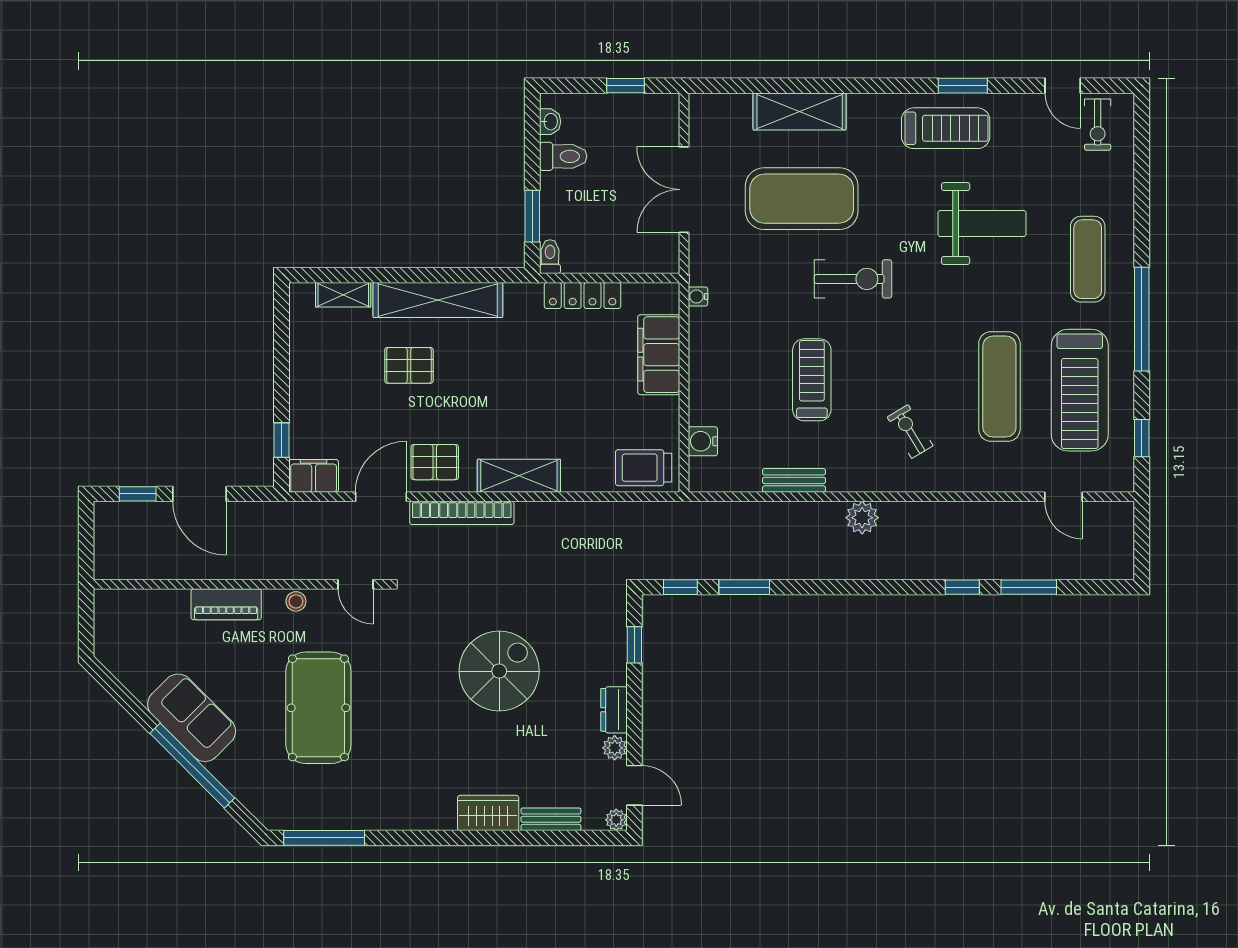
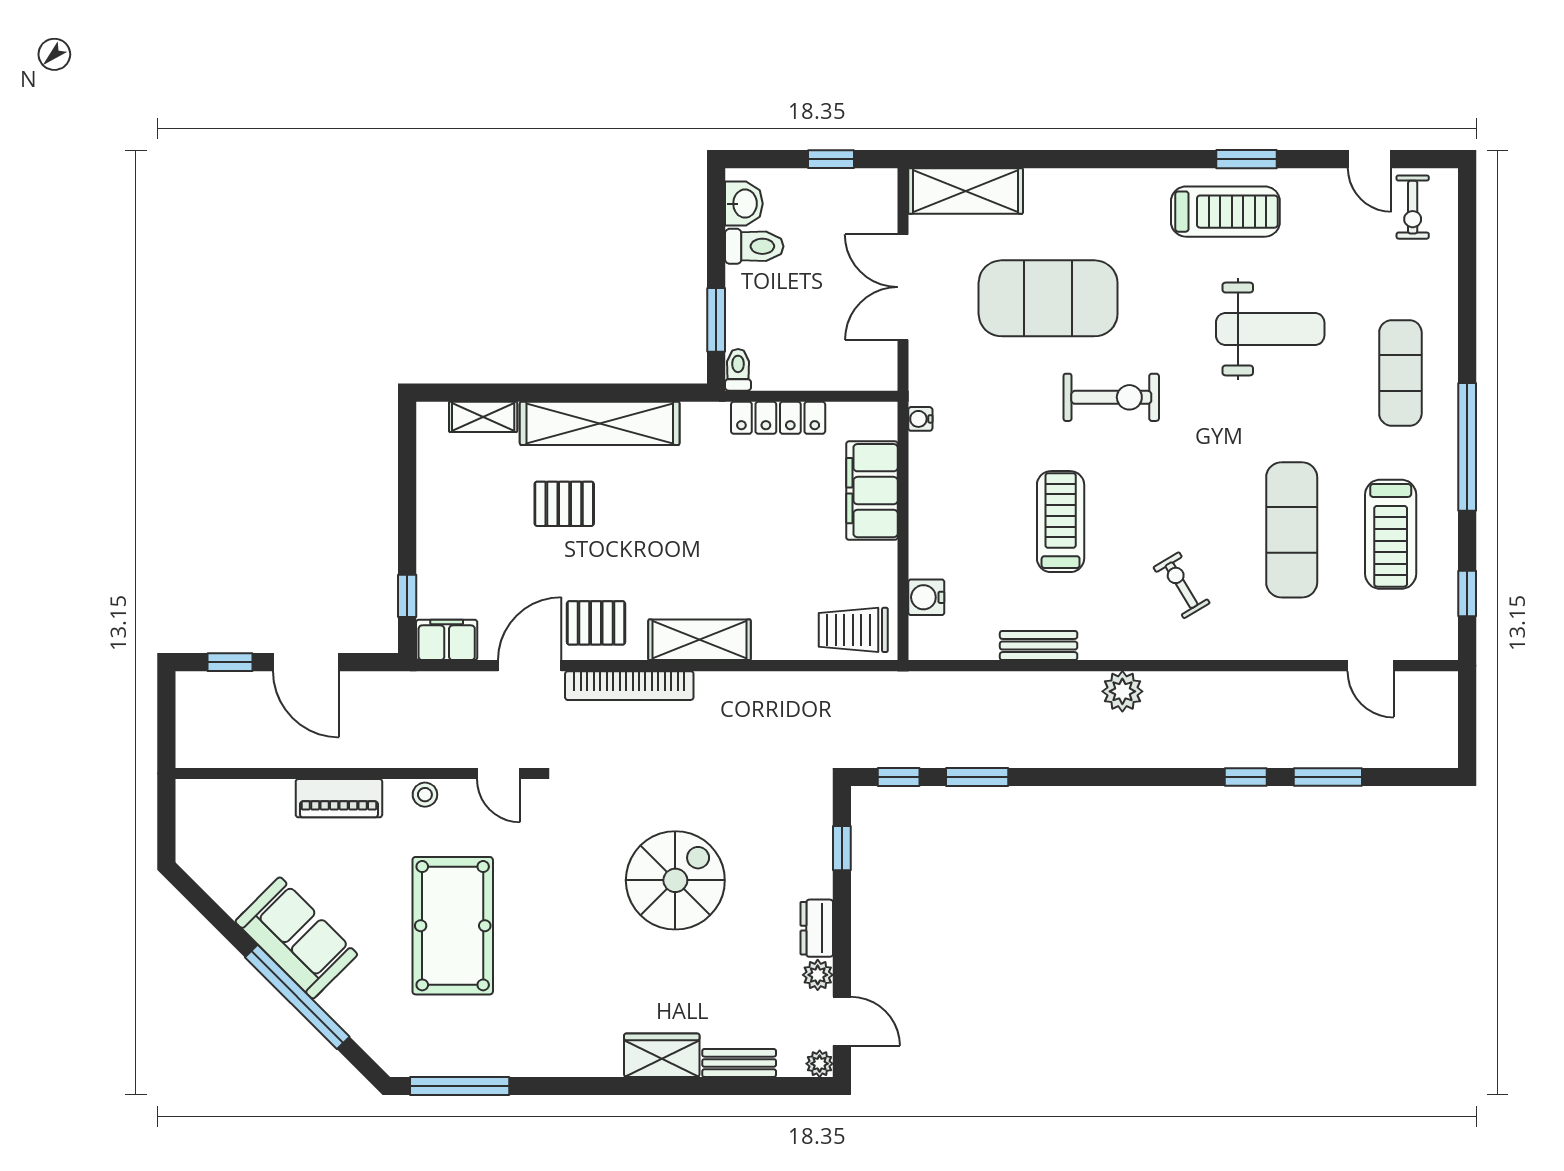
shelving: (800, 111) -> (966, 191), moved
washbasin: (550, 122) -> (744, 204), width x1.38, depth x1.45
treadmill: (1080, 390) -> (1391, 534), width x0.73, depth x0.73

